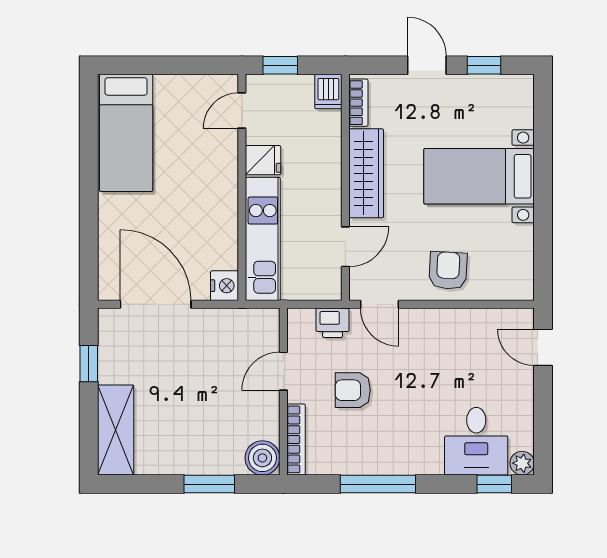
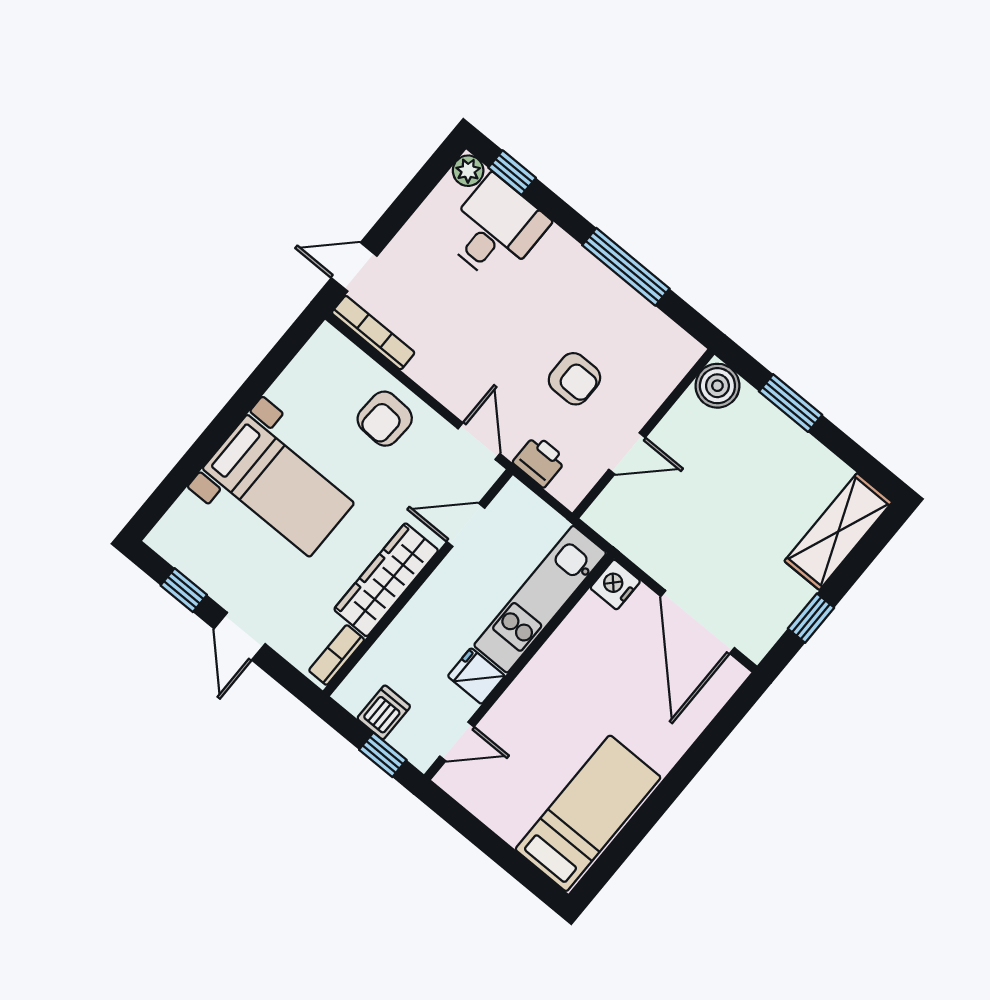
dishwasher: (328, 92) -> (384, 712), moved
door: (543, 347) -> (354, 267), swing flipped
bookcase: (296, 439) -> (373, 333), moved, turned 90

